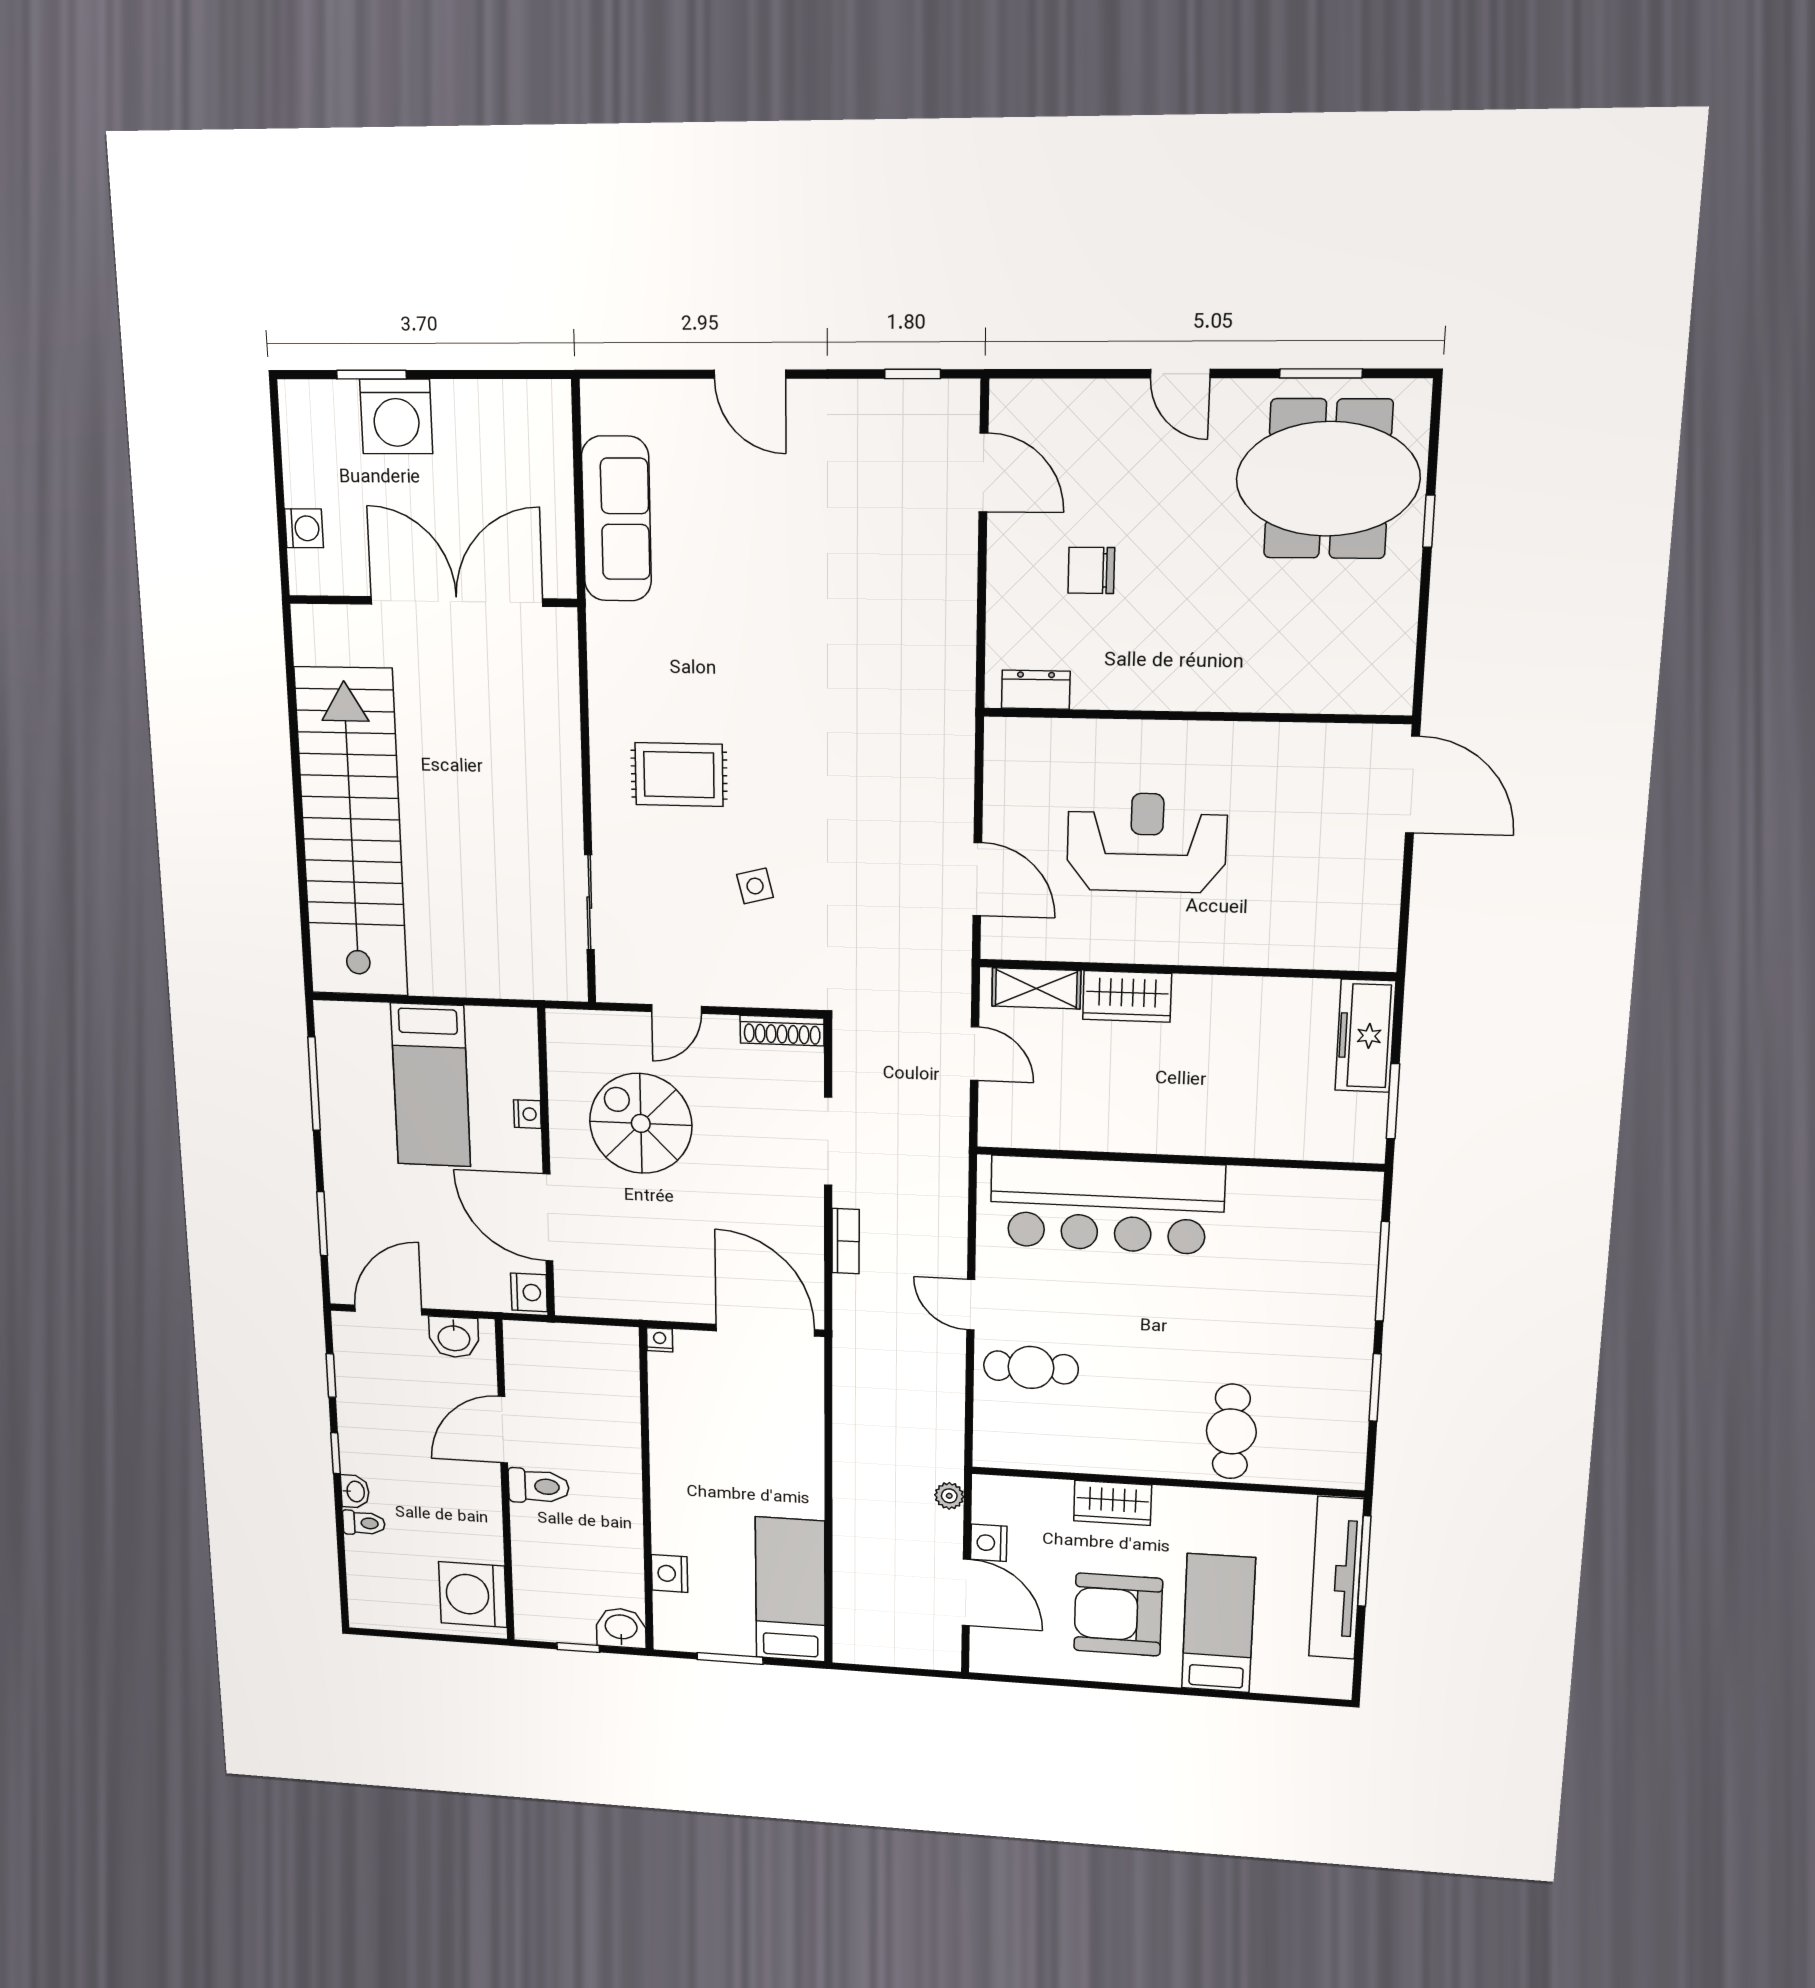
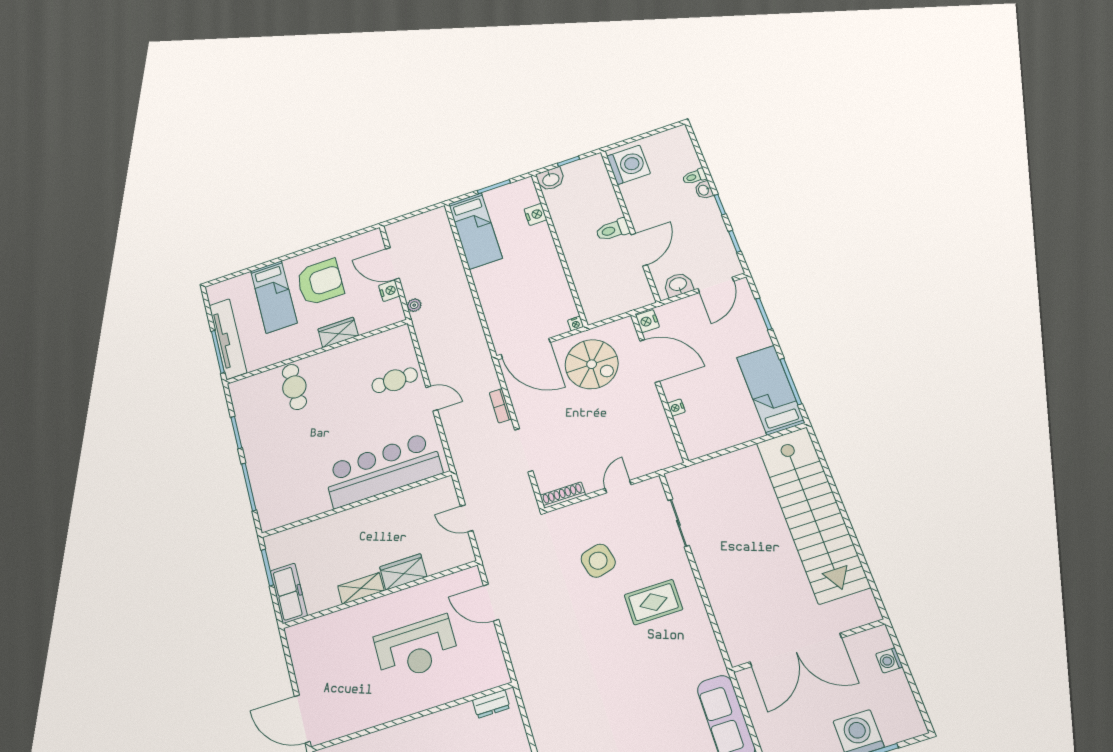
side table: (755, 886) -> (598, 561), width x1.87, depth x1.87
shelving: (1036, 988) -> (361, 588), moved
bed: (431, 1085) -> (771, 390), moved
spiral stairs: (641, 1123) -> (592, 364), moved

